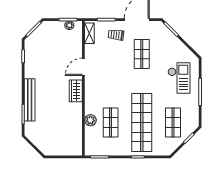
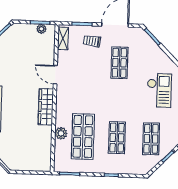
door: (83, 67) -> (55, 75), hinge flipped
wardrobe: (76, 91) -> (46, 107), width x1.50
shop shelf: (111, 123) -> (83, 137), width x1.43, depth x1.36
shop shelf: (142, 123) -> (117, 138), width x0.50, depth x0.74

